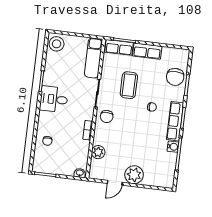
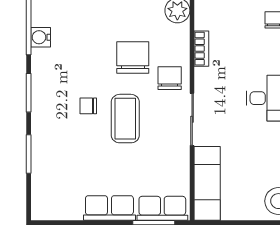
chair: (175, 77) -> (133, 58), moved
coffee table: (129, 85) -> (125, 119), moved
row of seats: (175, 121) -> (42, 85), removed

